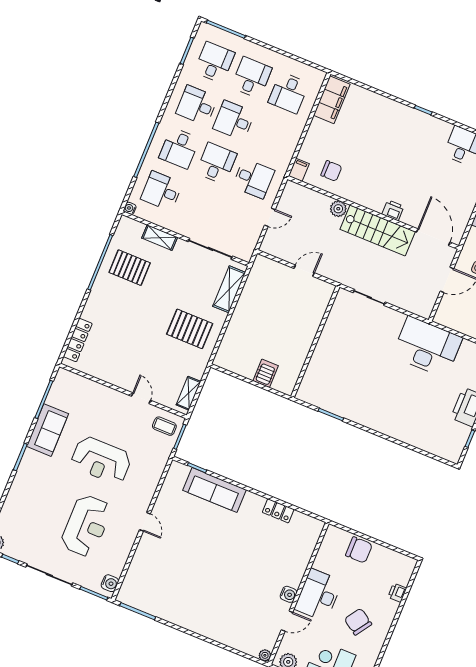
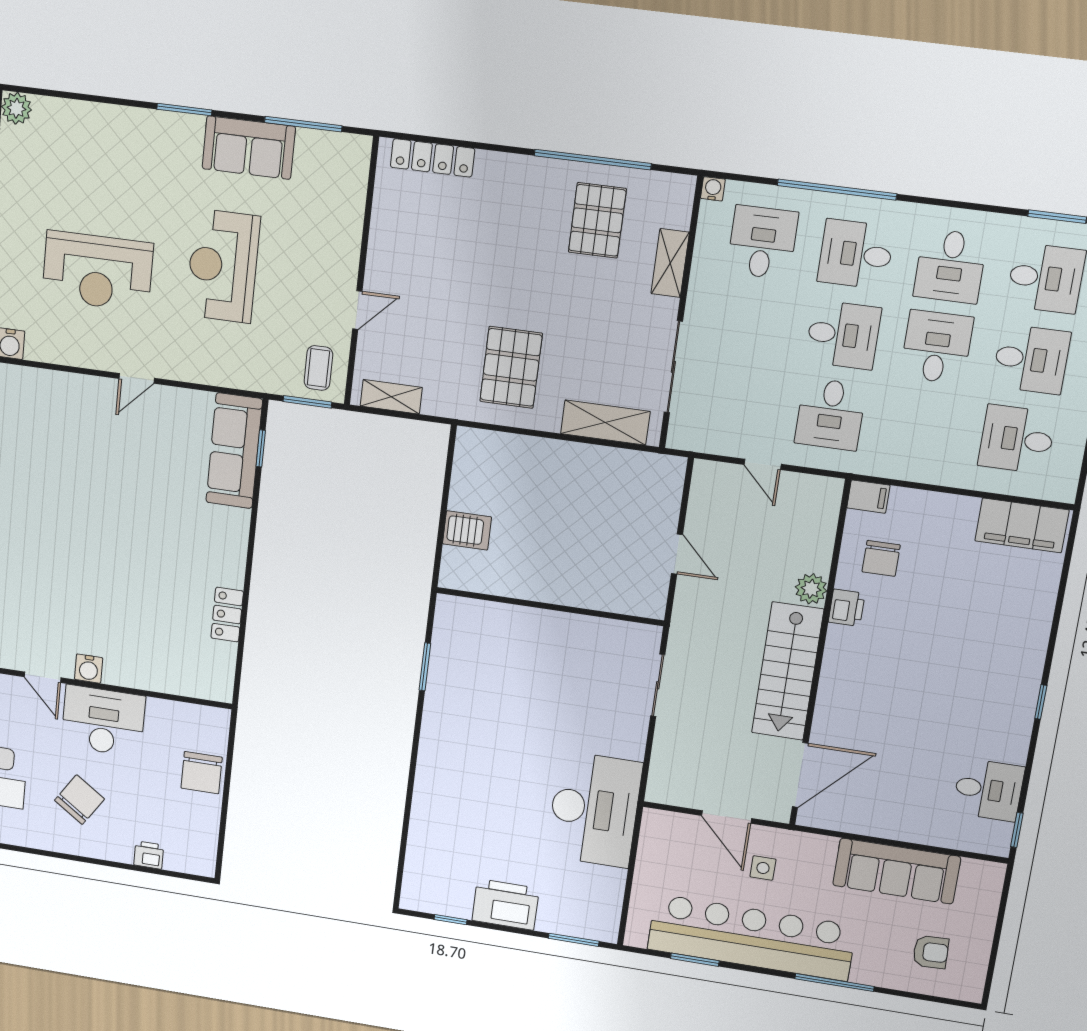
desk: (197, 105) -> (950, 266), turned 180
printer: (393, 210) -> (847, 608), moved
sofa: (214, 490) -> (234, 451), moved

